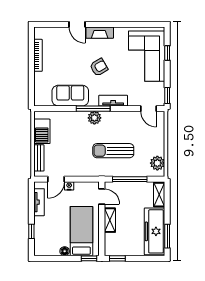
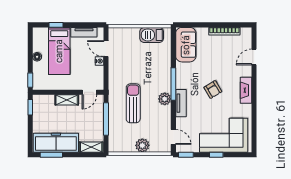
door: (77, 24) -> (254, 57), moved
window: (167, 53) -> (216, 155), moved
sofa: (70, 96) -> (186, 45), moved
door: (149, 109) -> (173, 137), swing flipped
plant: (94, 118) -> (165, 99), moved
bench: (39, 158) -> (126, 32), removed
plant: (157, 163) -> (142, 145), moved
bed: (81, 231) -> (59, 51), moved, turned 90

